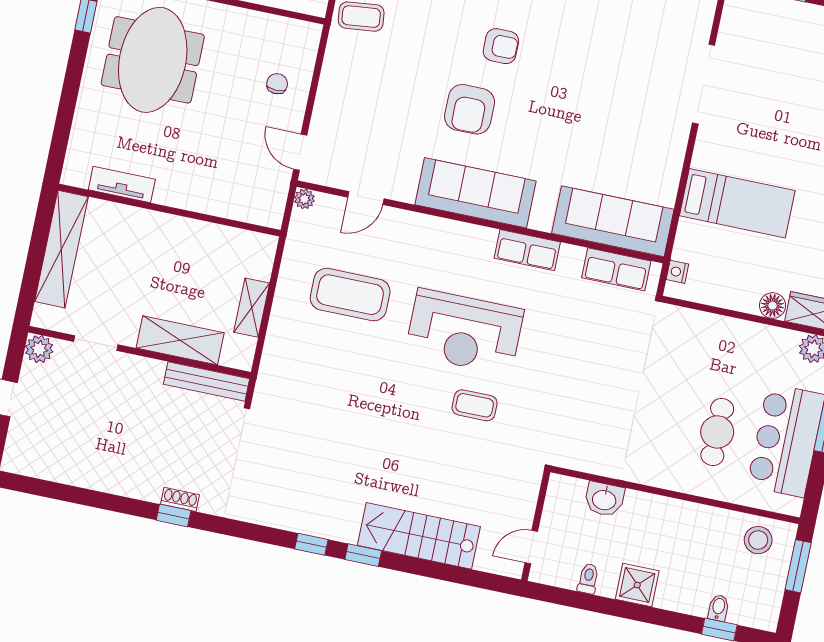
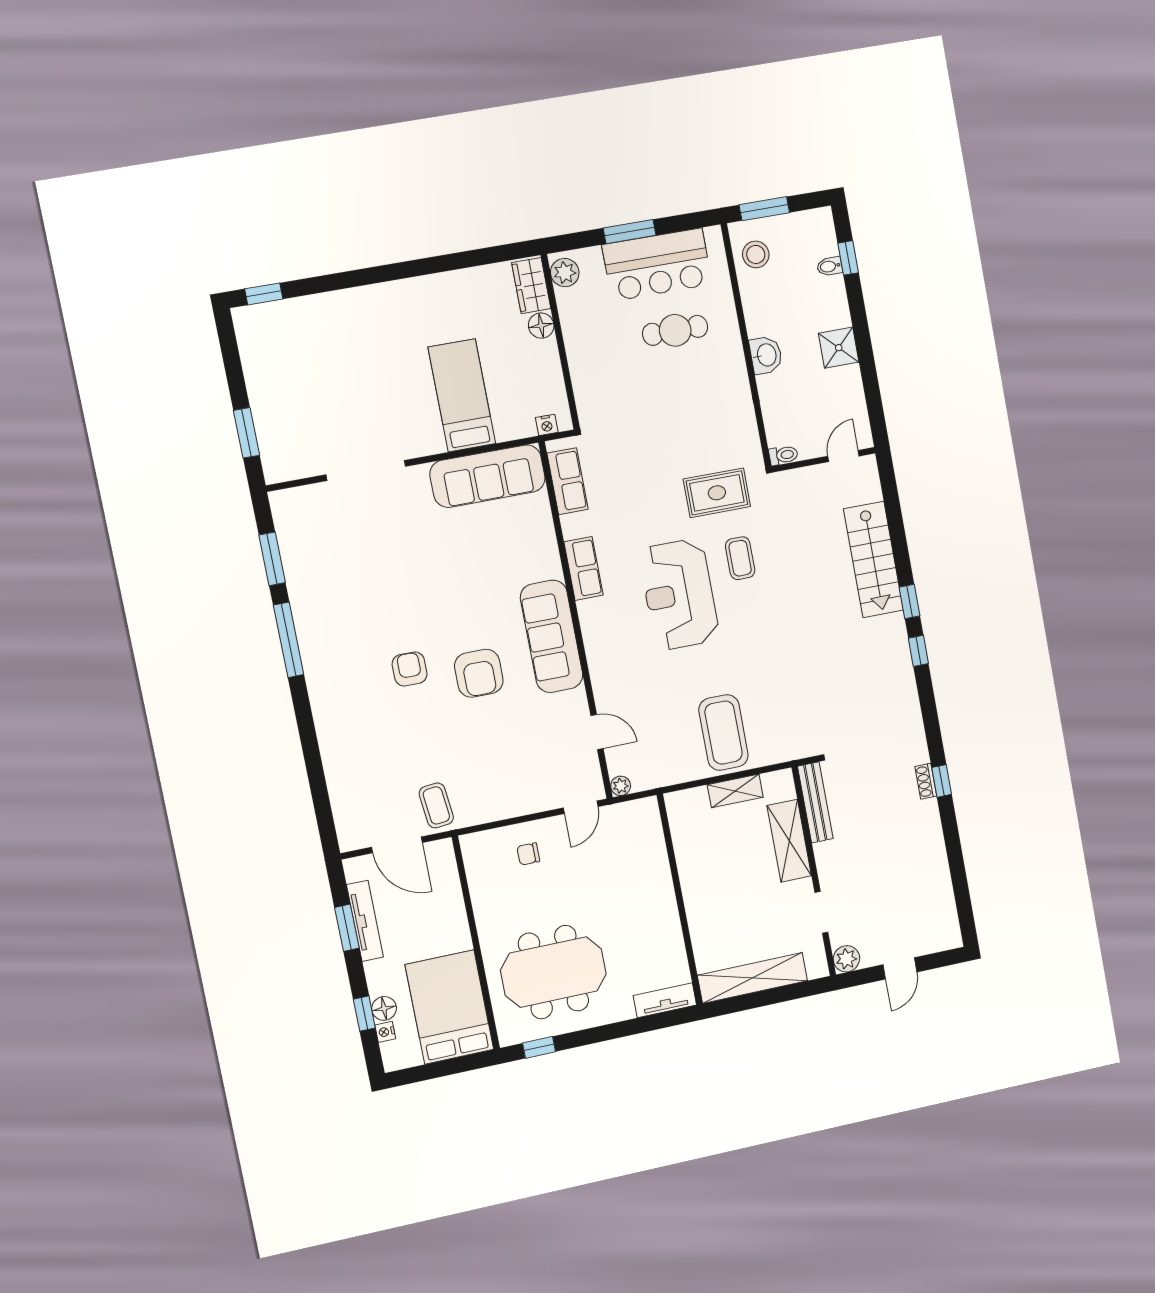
armchair: (470, 109) -> (479, 673), turned 90
tv unit: (122, 184) -> (665, 1000), moved, turned 90
sofa: (613, 221) -> (488, 476), moved, turned -90
coffee table: (350, 295) -> (723, 733), moved
reception desk: (464, 332) -> (679, 594), turned 180
rug: (547, 409) -> (717, 493), added
washbasin: (604, 499) -> (766, 355), moved
door: (531, 547) -> (843, 456), swing flipped
toilet: (588, 579) -> (783, 455), moved, turned 180

